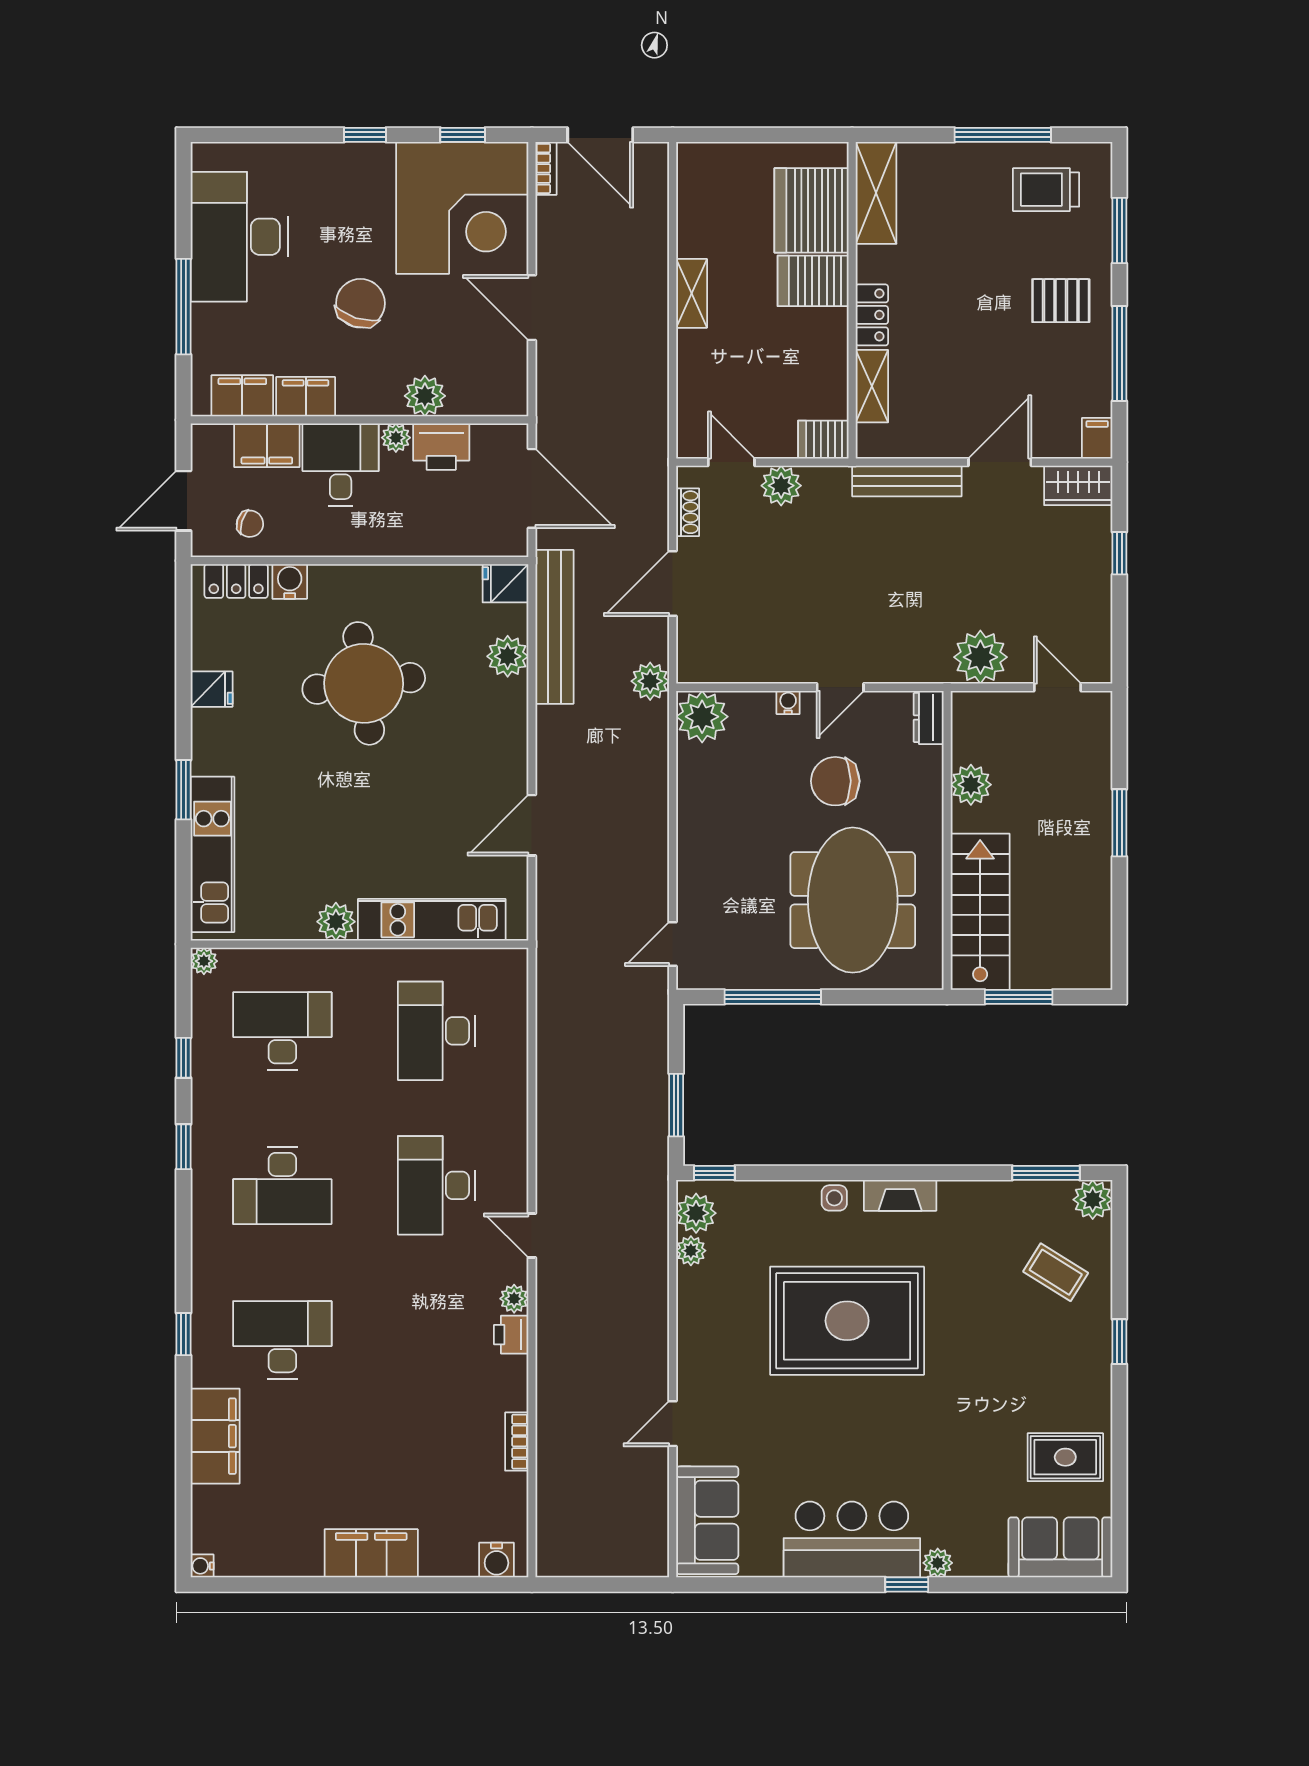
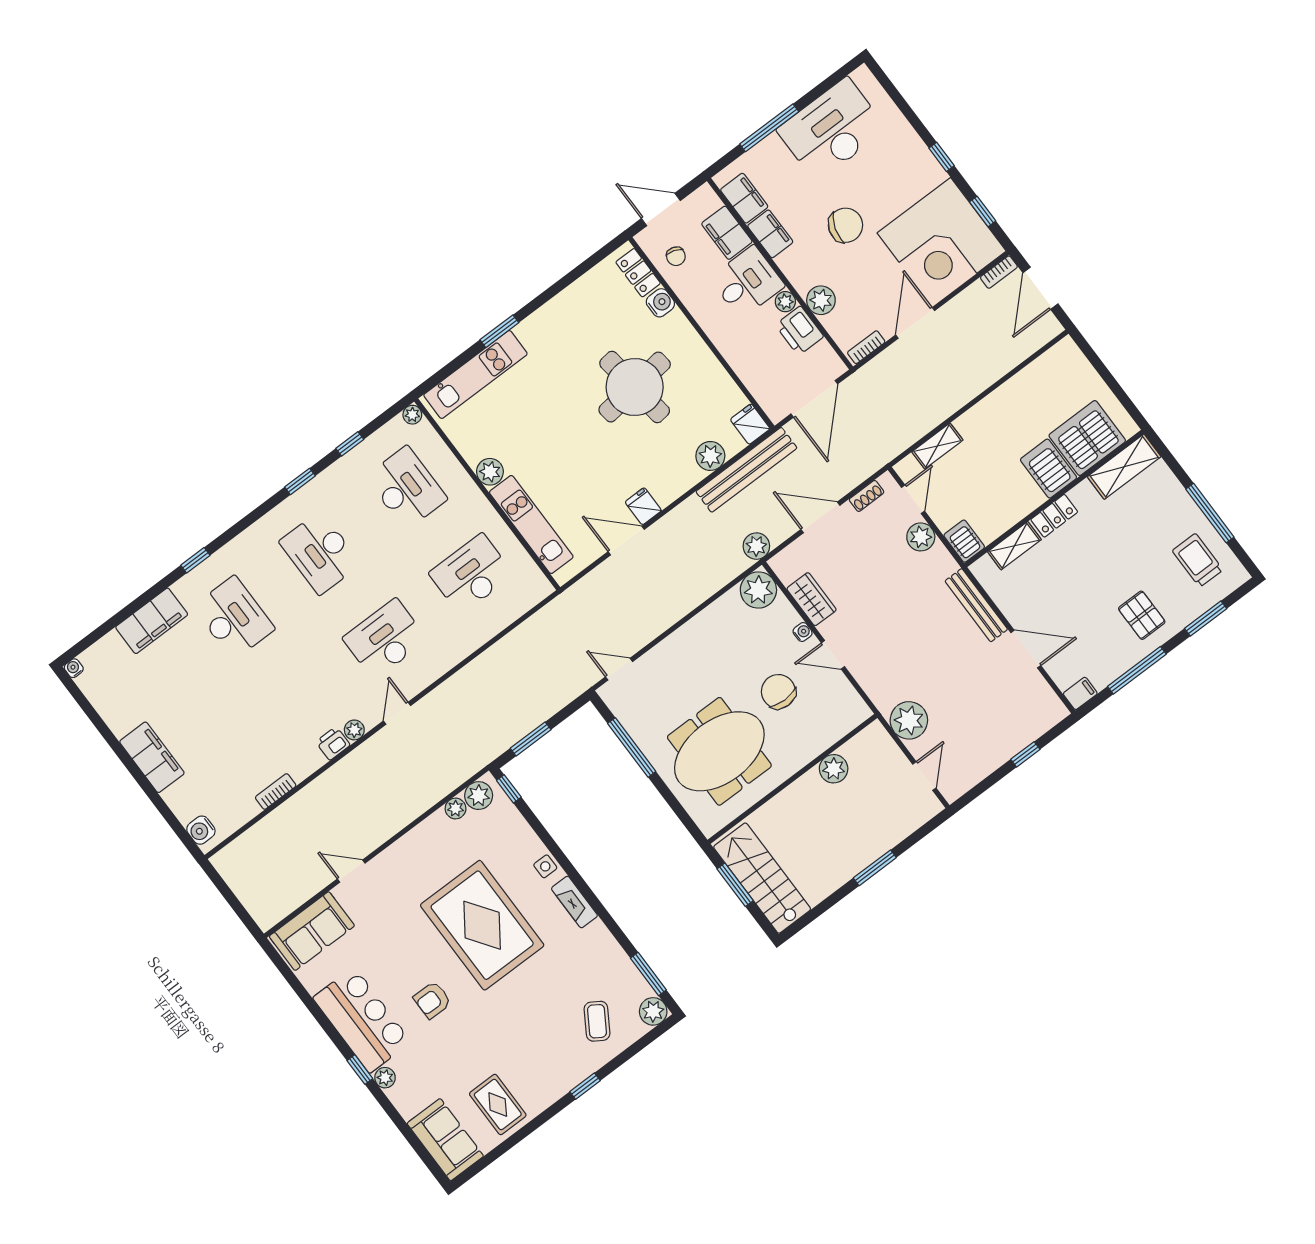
shelving: (692, 293) -> (937, 446), moved
bookcase: (518, 385) -> (866, 347), added
wardrobe: (1078, 485) -> (812, 599), moved, turned 180
fridge: (212, 689) -> (643, 506), moved, turned 180
dresser: (929, 717) -> (853, 717), removed
stairs: (980, 912) -> (762, 878), moved, turned -90
armchair: (890, 1442) -> (432, 1000), added

